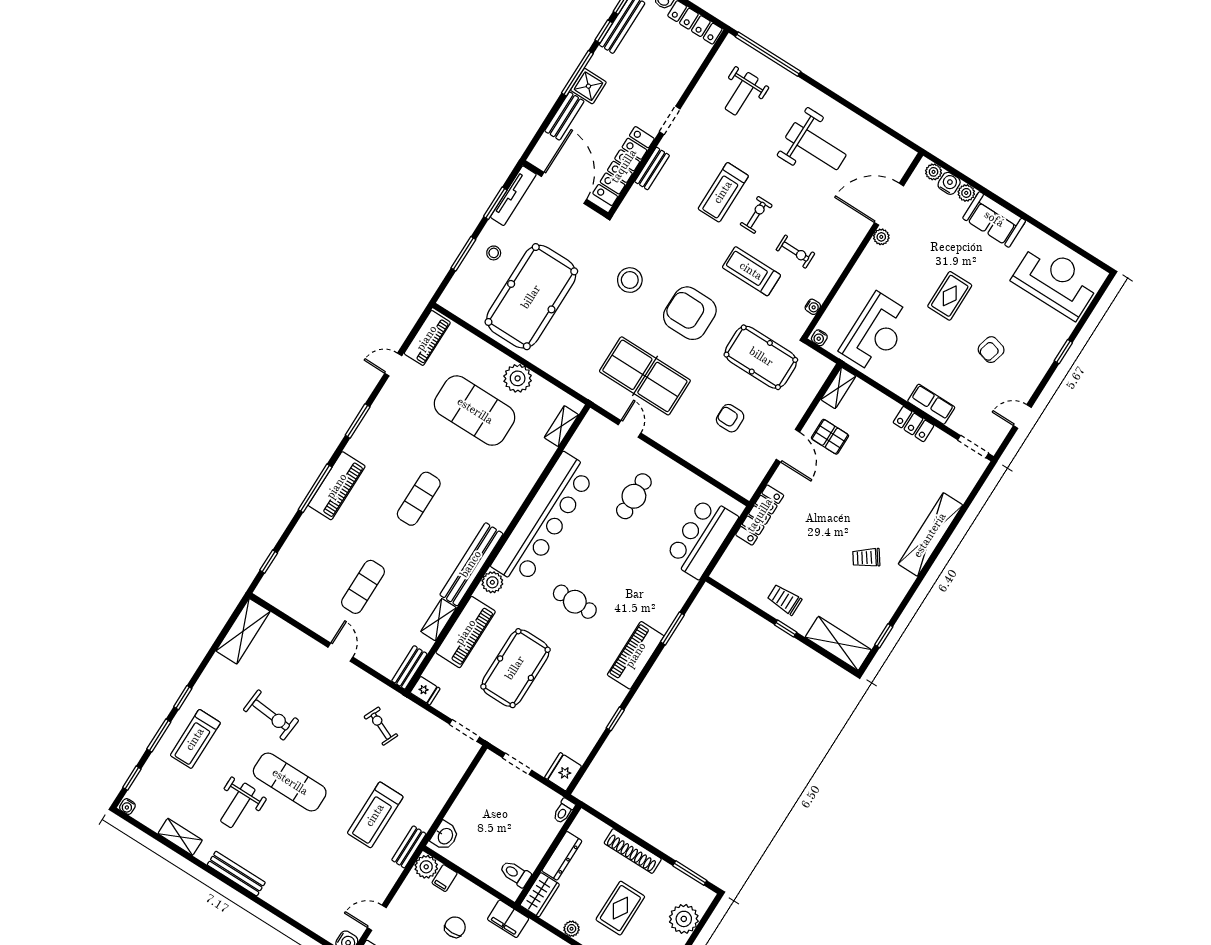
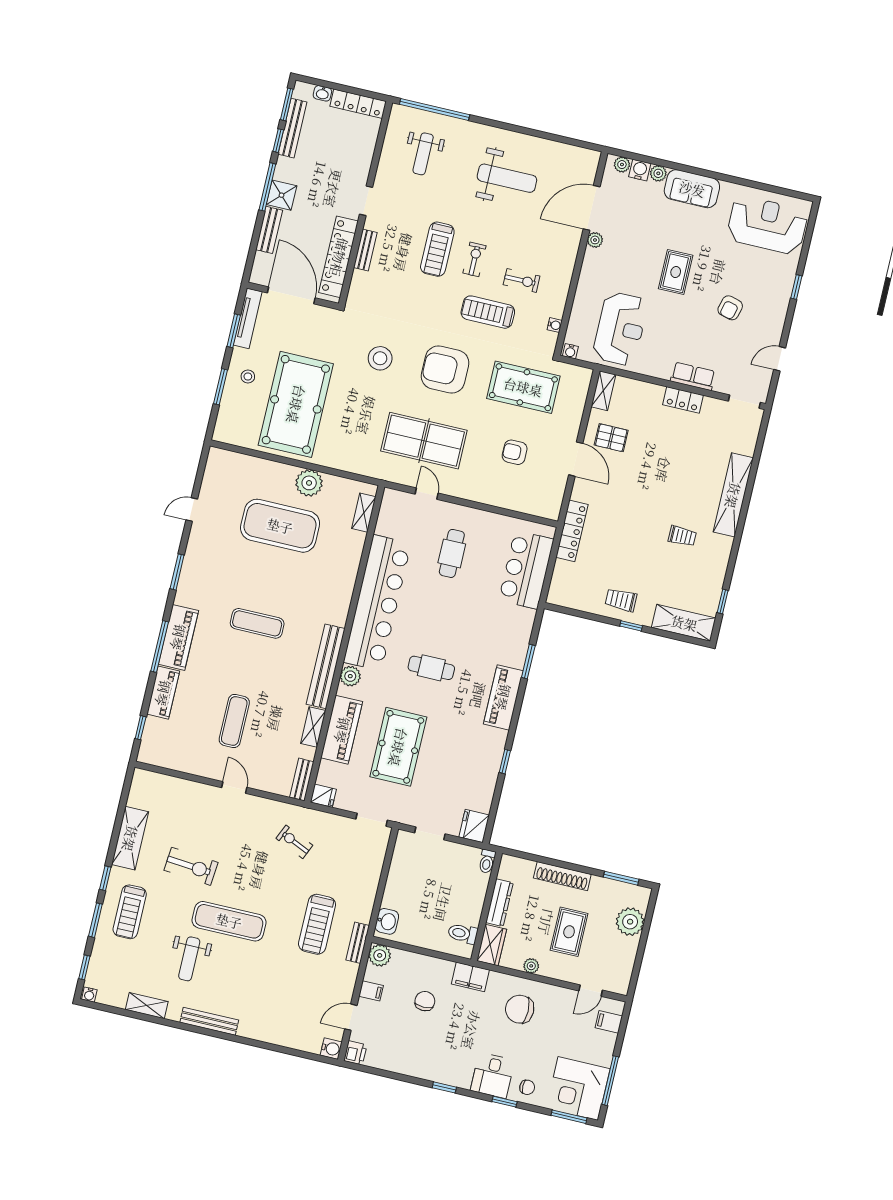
piano: (427, 338) -> (163, 693), moved
exercise mat: (419, 499) -> (257, 623), turned 90
trolley: (866, 558) -> (682, 536), turned -145
shelving: (243, 631) -> (130, 838), moved
filing cabinet: (445, 878) -> (371, 991), moved, turned -90

